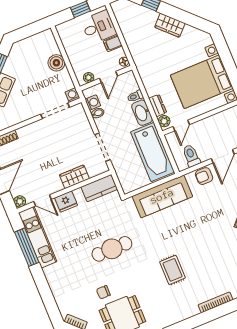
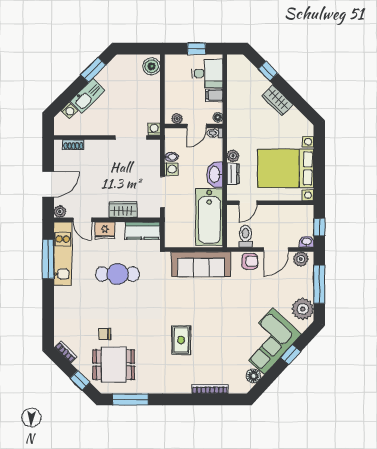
boiler: (56, 63) -> (152, 66), moved
toilet: (135, 96) -> (215, 133), moved
washing machine: (93, 103) -> (171, 169), moved
plant: (164, 121) -> (233, 156), moved
armchair: (204, 176) -> (250, 261), turned 180
cafe table: (112, 249) -> (117, 274), moved

